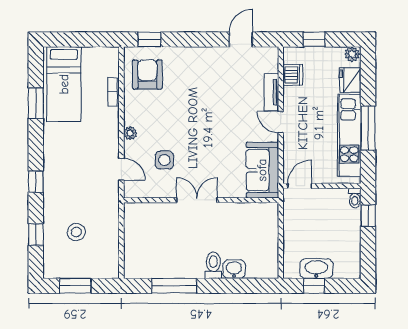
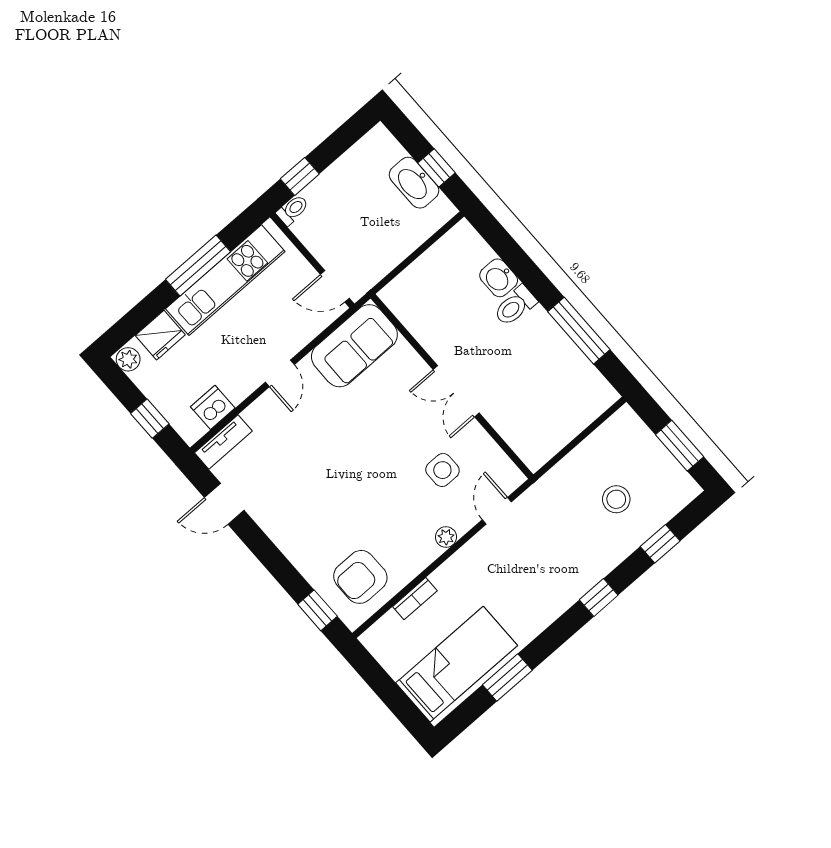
tv unit: (271, 92) -> (223, 442), moved

